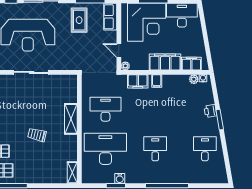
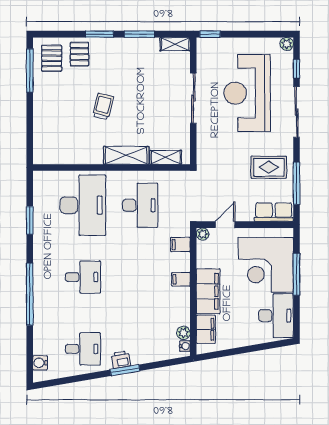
filing cabinet: (138, 81) -> (180, 245), width x0.50
printer: (210, 111) -> (121, 360), moved
shelving: (72, 173) -> (166, 157), moved
water cooler: (120, 178) -> (40, 363), moved

